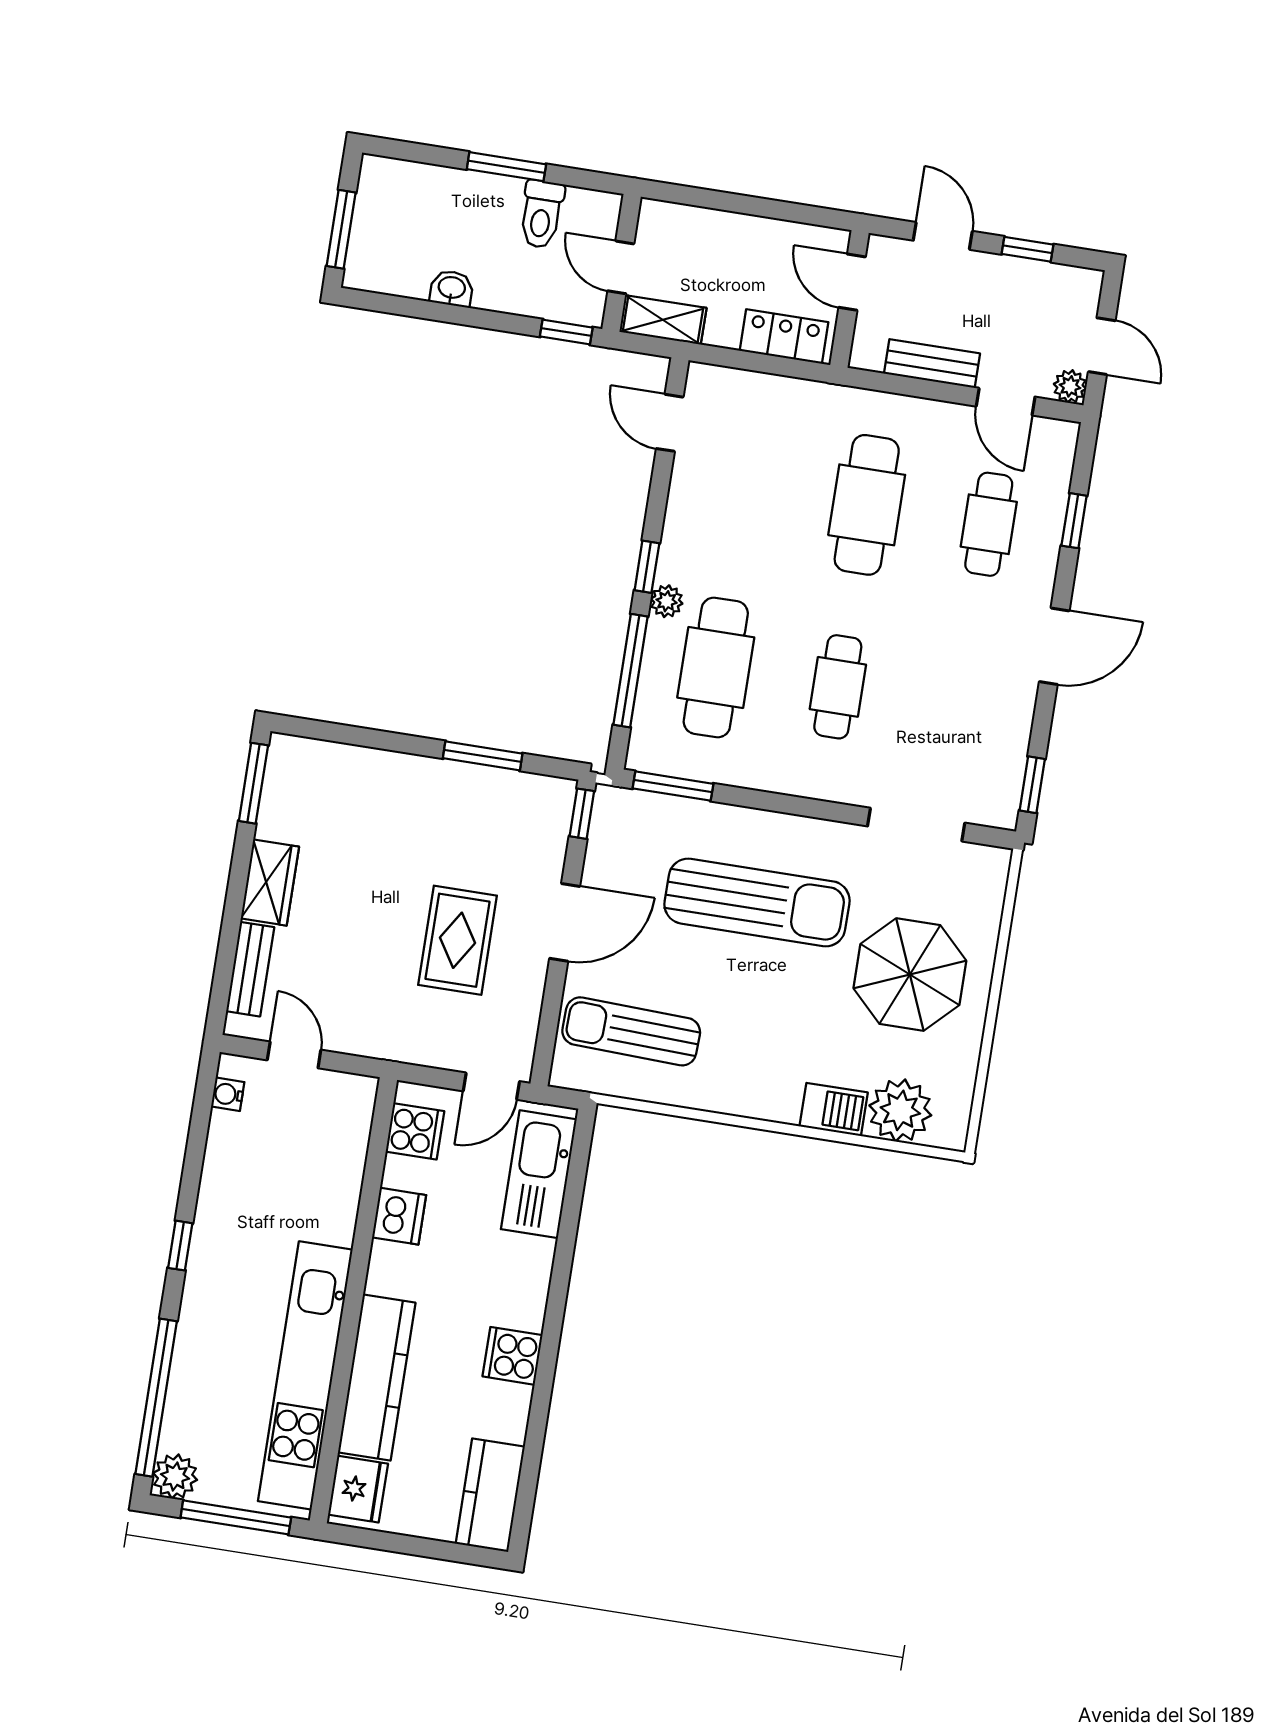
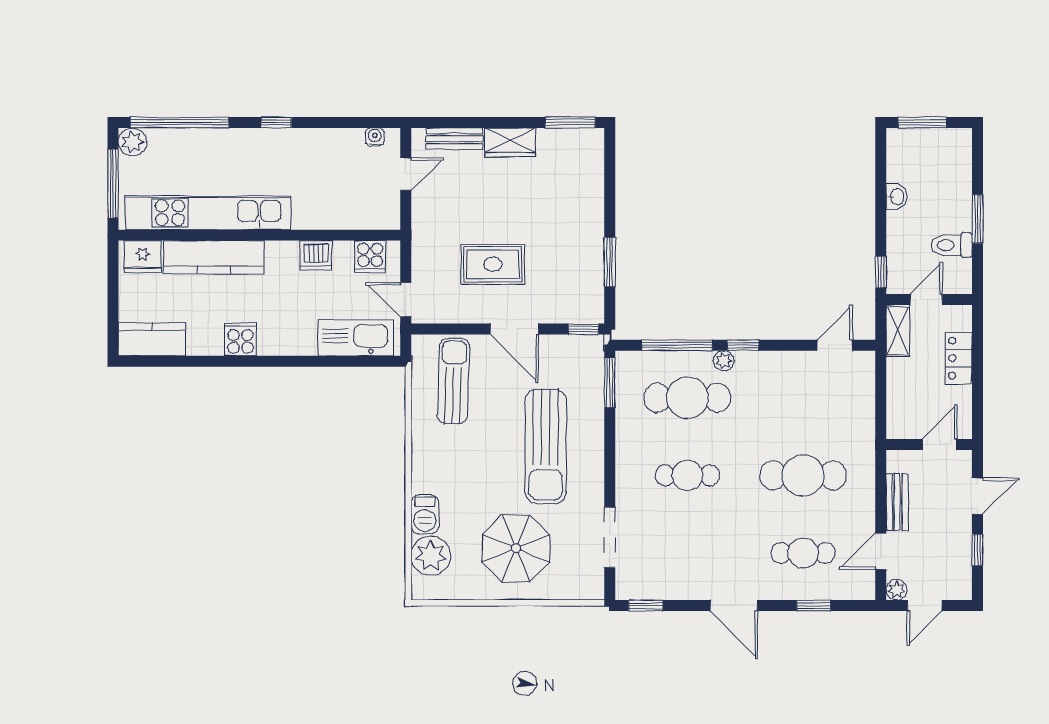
locker: (784, 336) -> (959, 358), moved, turned 180

